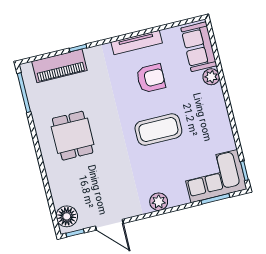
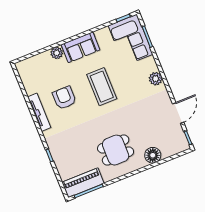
sofa: (199, 47) -> (80, 47), moved
piano: (59, 66) -> (83, 183), moved, turned -90
floor lamp: (67, 216) -> (153, 155), moved

